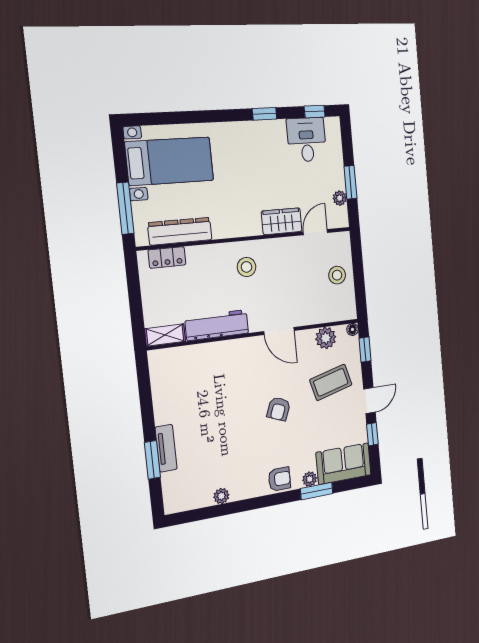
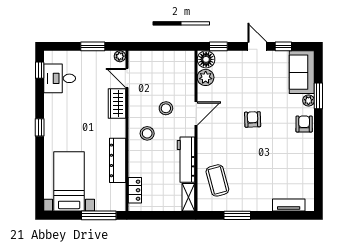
window: (264, 114) -> (40, 127), moved
plant: (340, 198) -> (120, 56), moved
dresser: (180, 231) -> (118, 160), moved
stool: (337, 275) -> (166, 108), moved
floor lamp: (352, 329) -> (206, 59), width x1.89, depth x1.89
coffee table: (331, 382) -> (217, 180), moved
armchair: (279, 409) -> (253, 119), turned -114
tv unit: (166, 448) -> (289, 205), moved
window: (152, 460) -> (237, 215), moved
plant: (221, 496) -> (308, 169), removed

